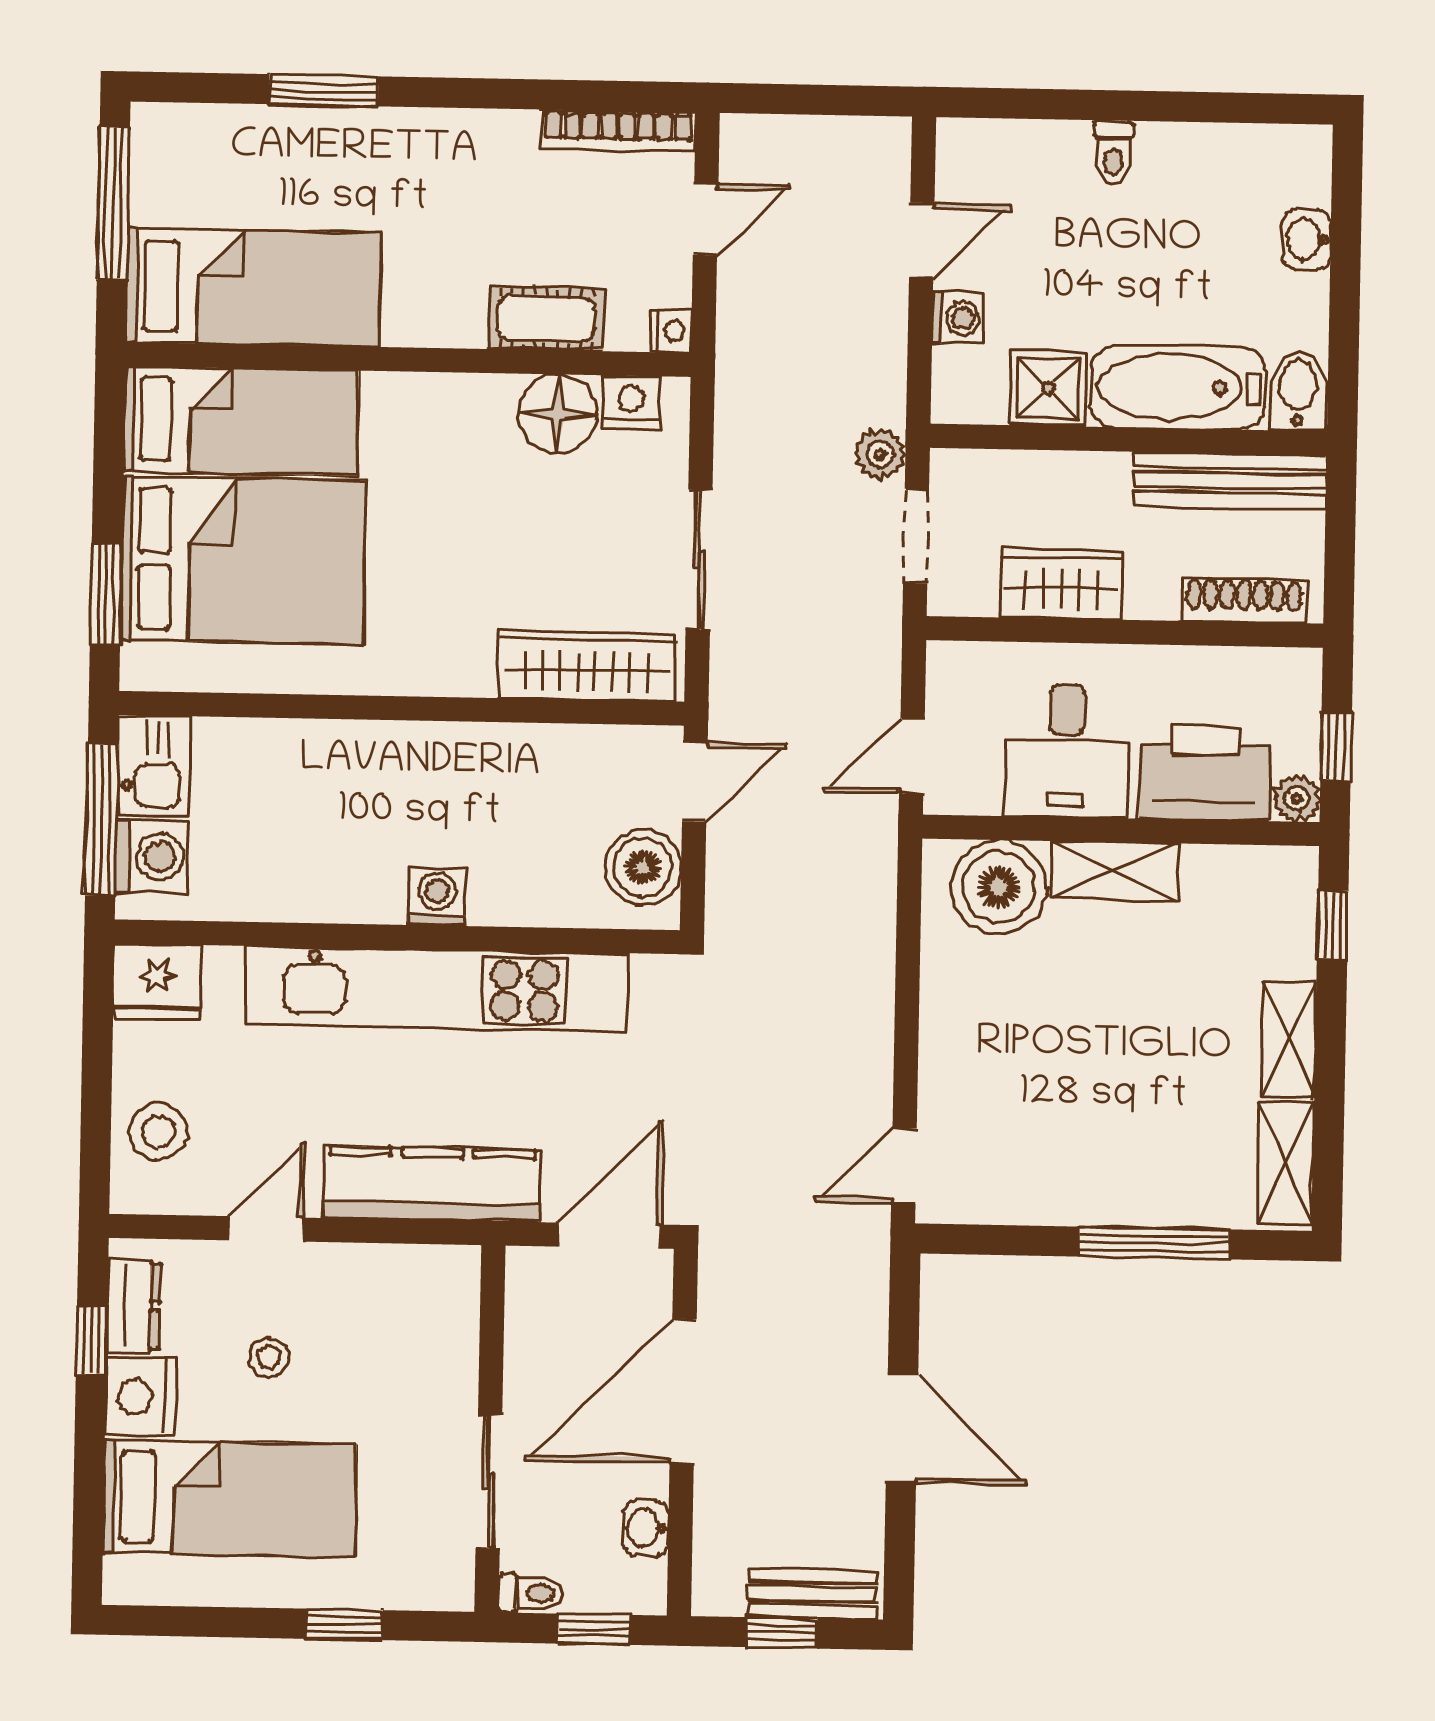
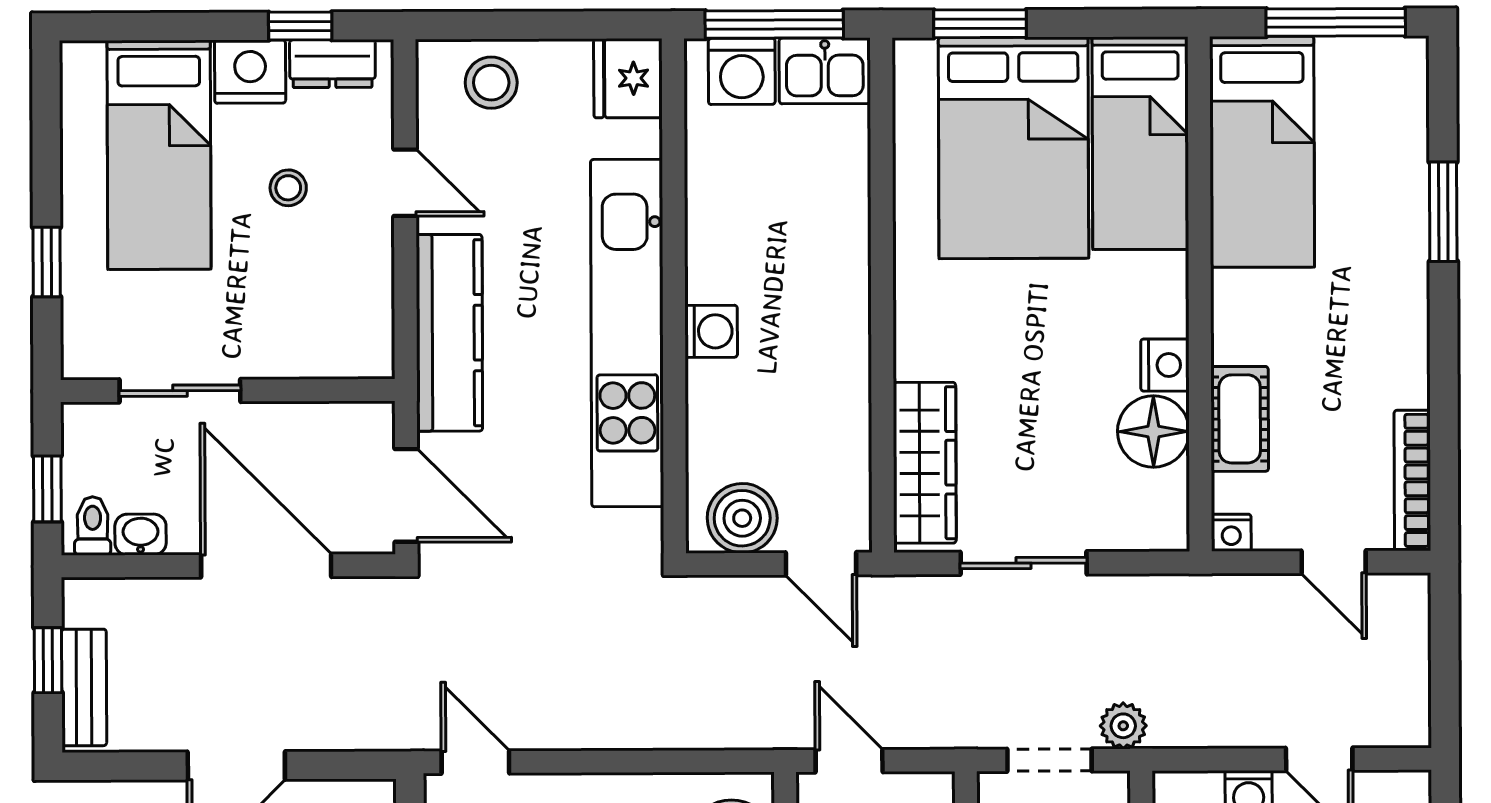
nightstand: (631, 402) -> (1165, 365), moved
toilet: (531, 1593) -> (93, 526), moved, turned 180

